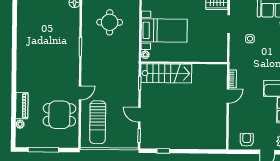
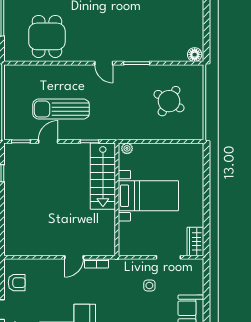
round table: (110, 22) -> (169, 101), turned 32
bed with nightstands: (164, 30) -> (148, 196), moved, turned -90
door: (80, 93) -> (104, 63), moved
door: (228, 96) -> (74, 257), hinge flipped
sun lounger: (98, 122) -> (61, 109), moved

